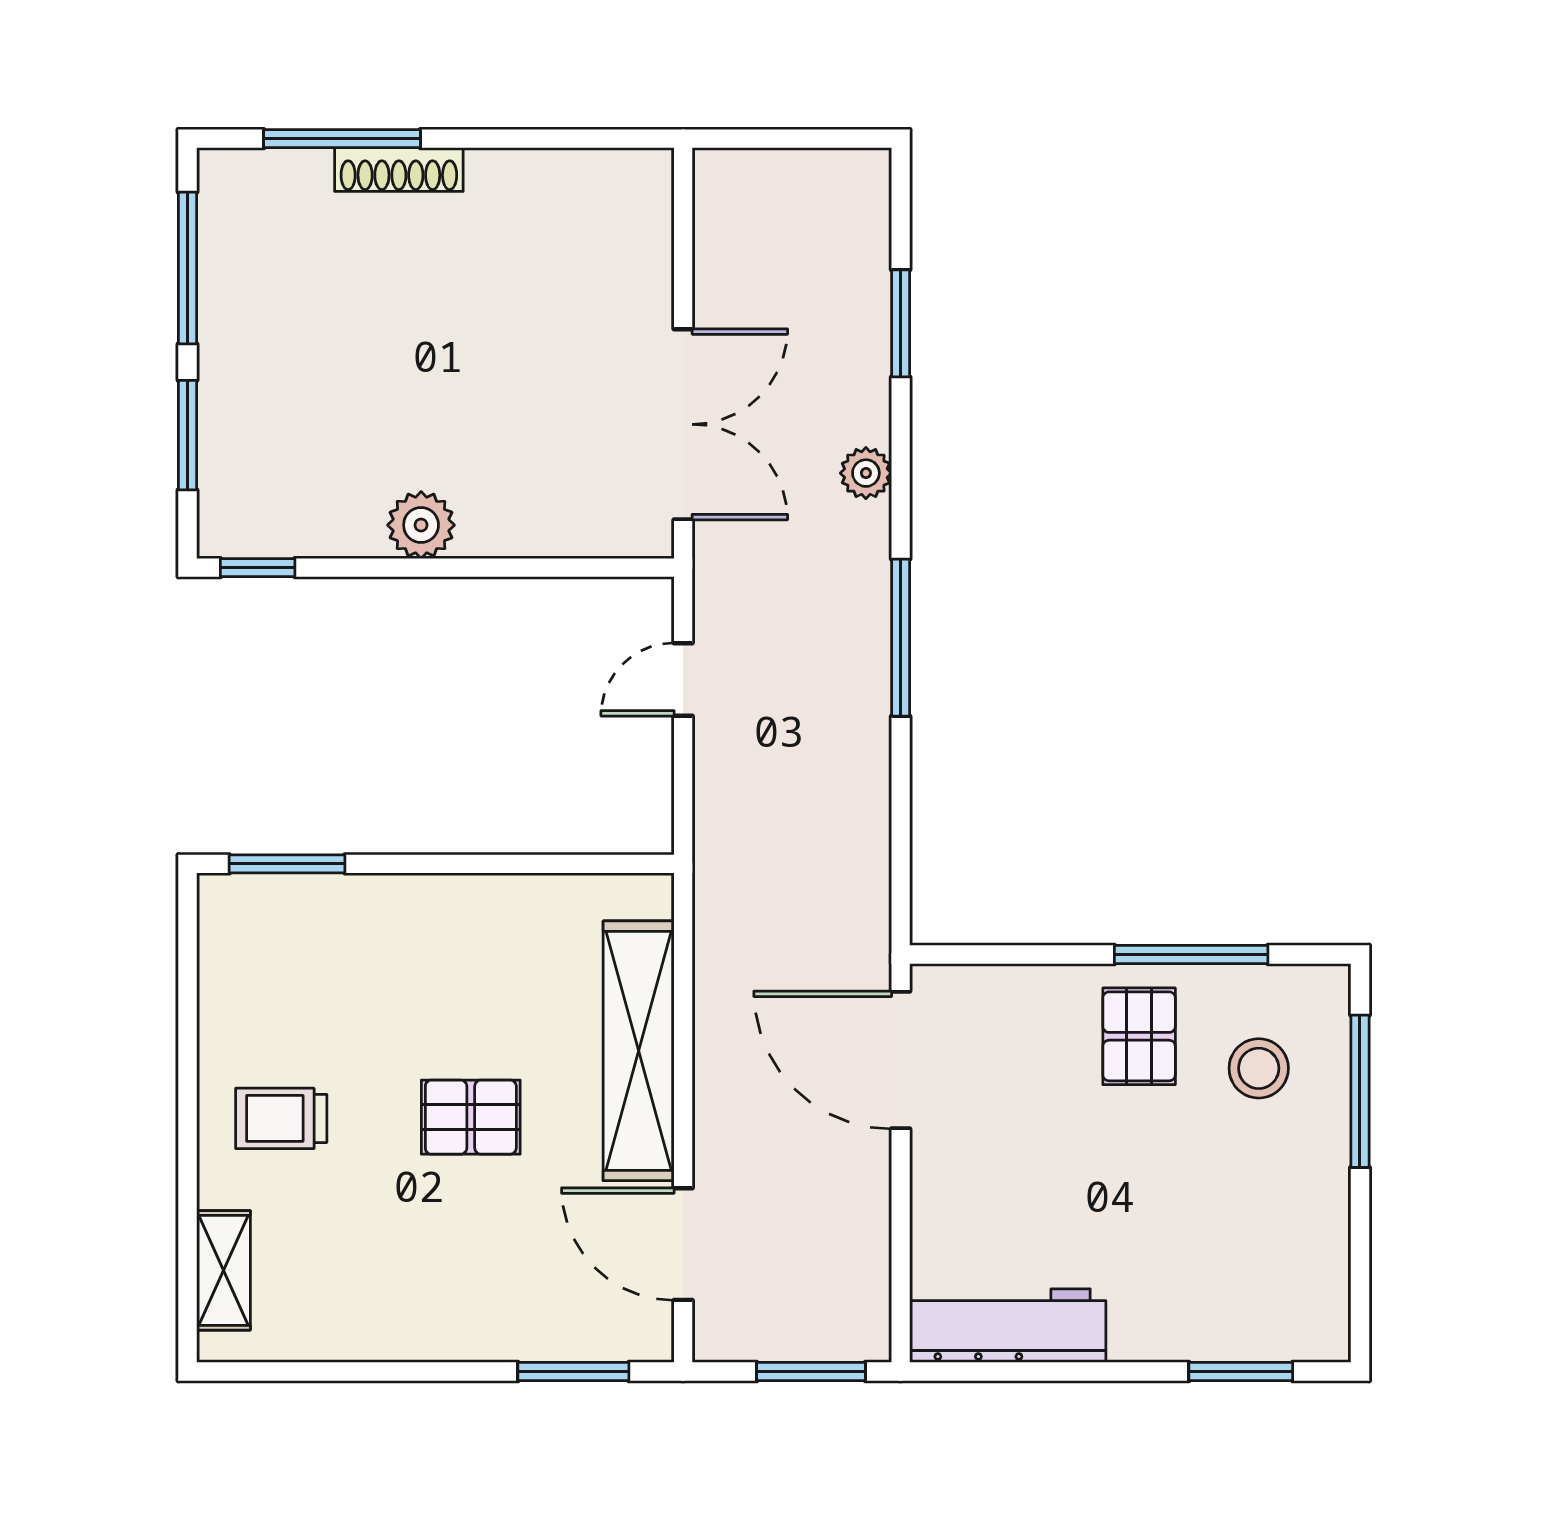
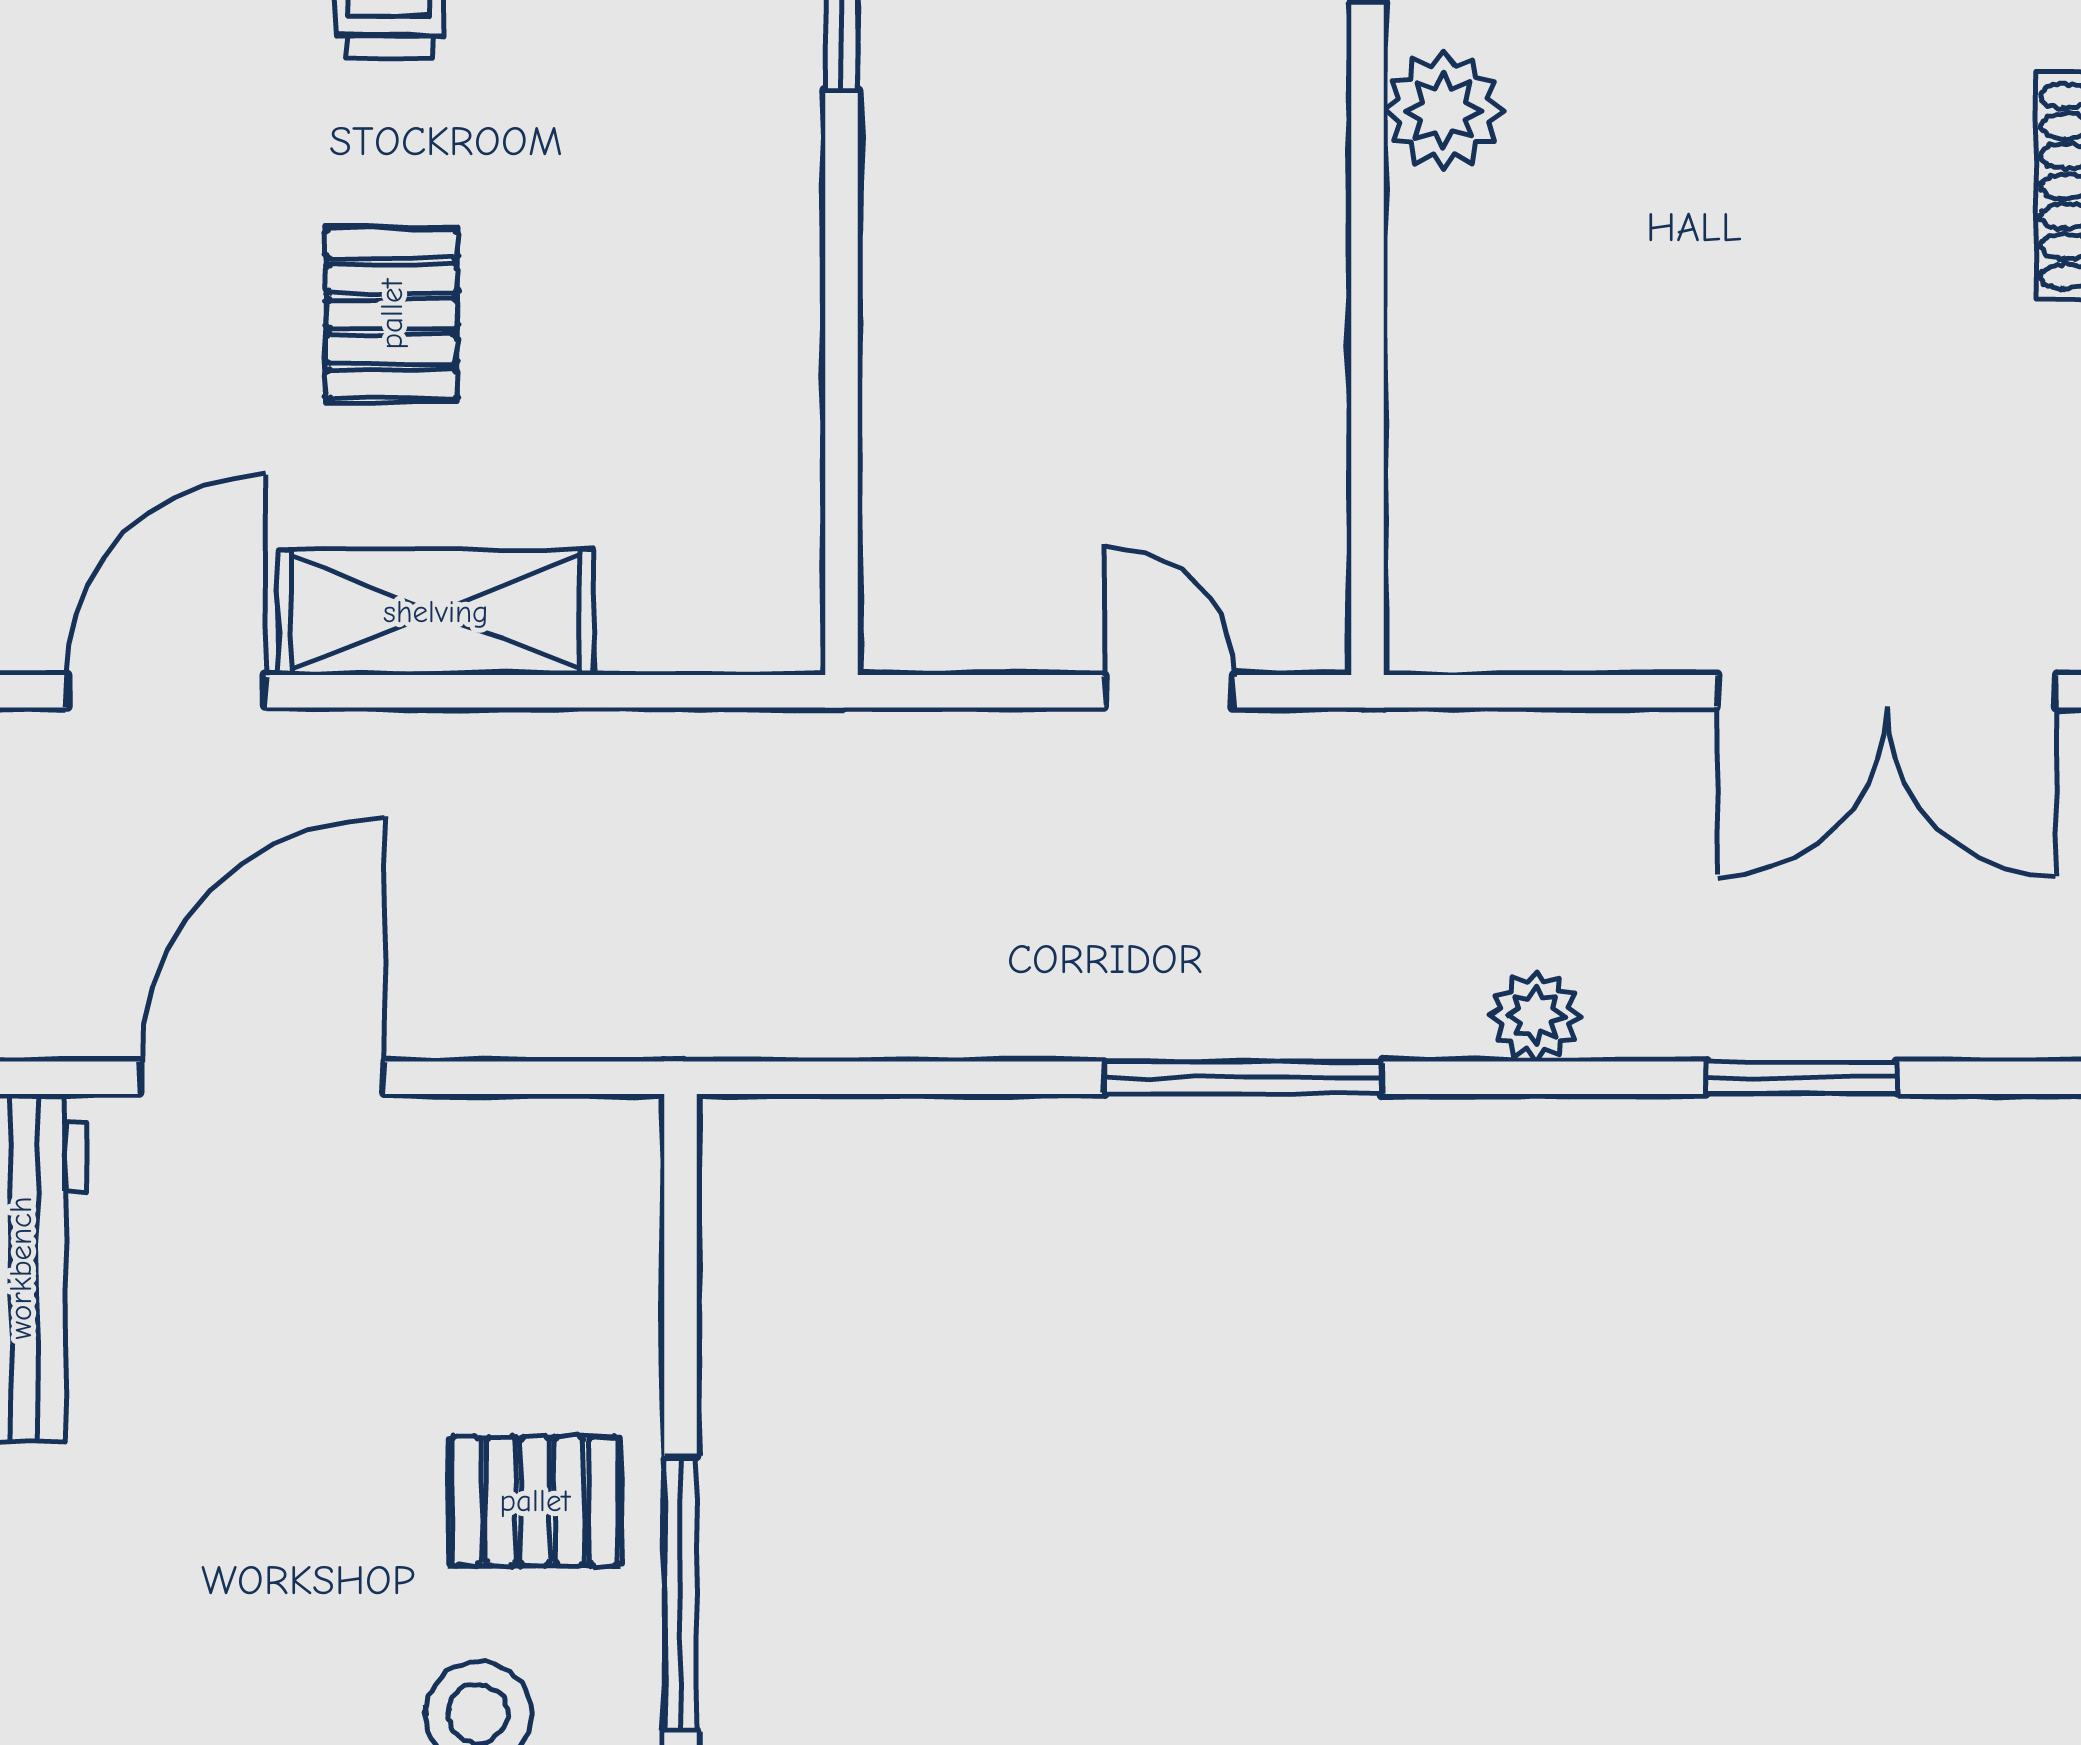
double door: (683, 424) -> (1887, 691), moved
plant: (421, 525) -> (1443, 111), moved
shelving: (639, 1051) -> (436, 612), width x0.68
door: (901, 1060) -> (262, 1078), moved

